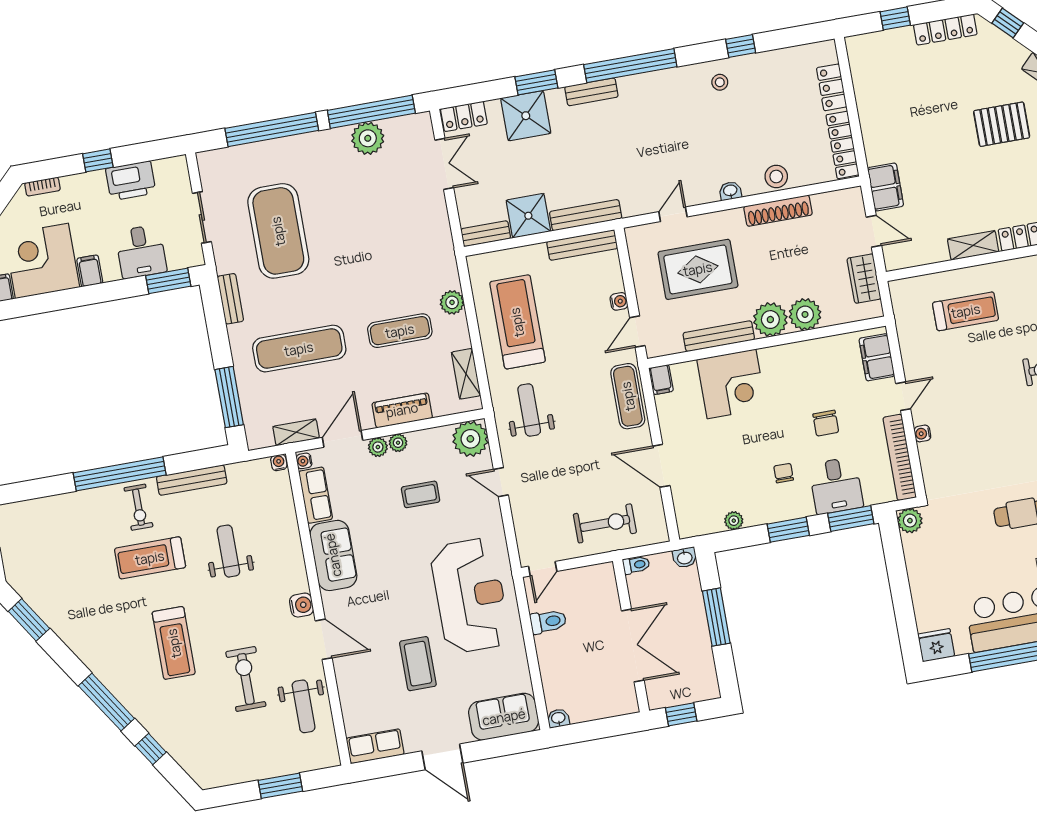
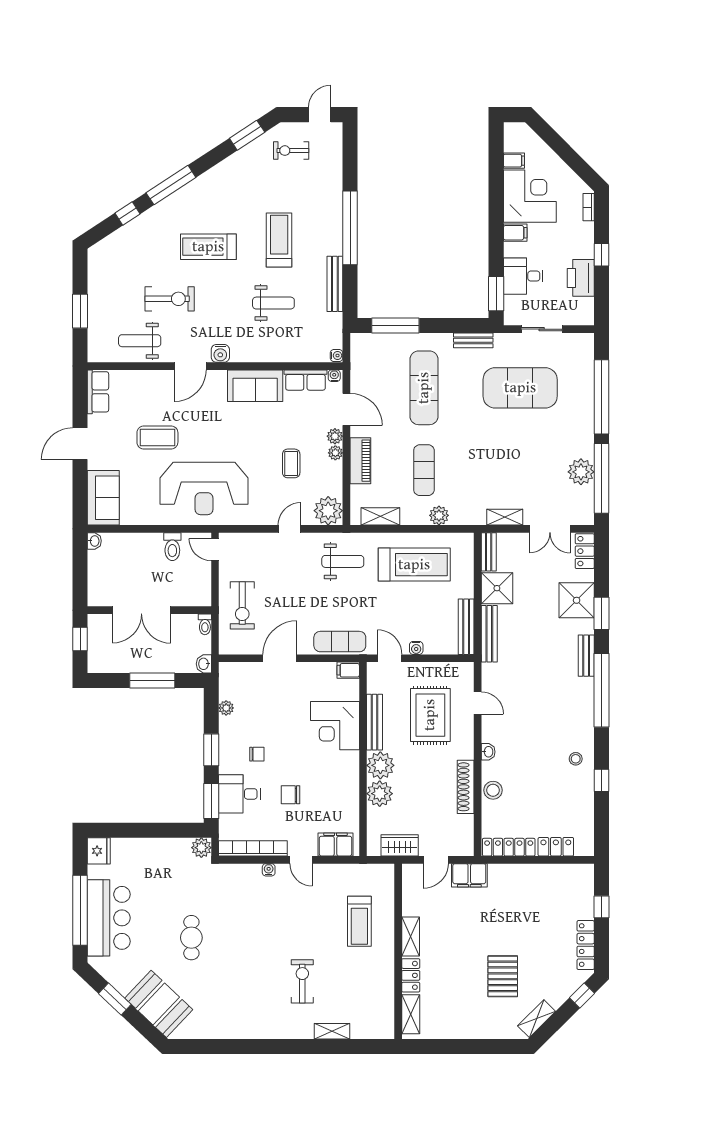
shelving: (296, 432) -> (505, 517), moved, turned 90
exercise bike: (138, 507) -> (291, 151), moved

